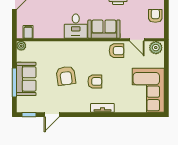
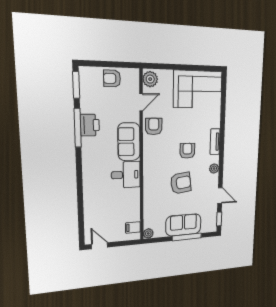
plant: (78, 108) -> (214, 169), added

